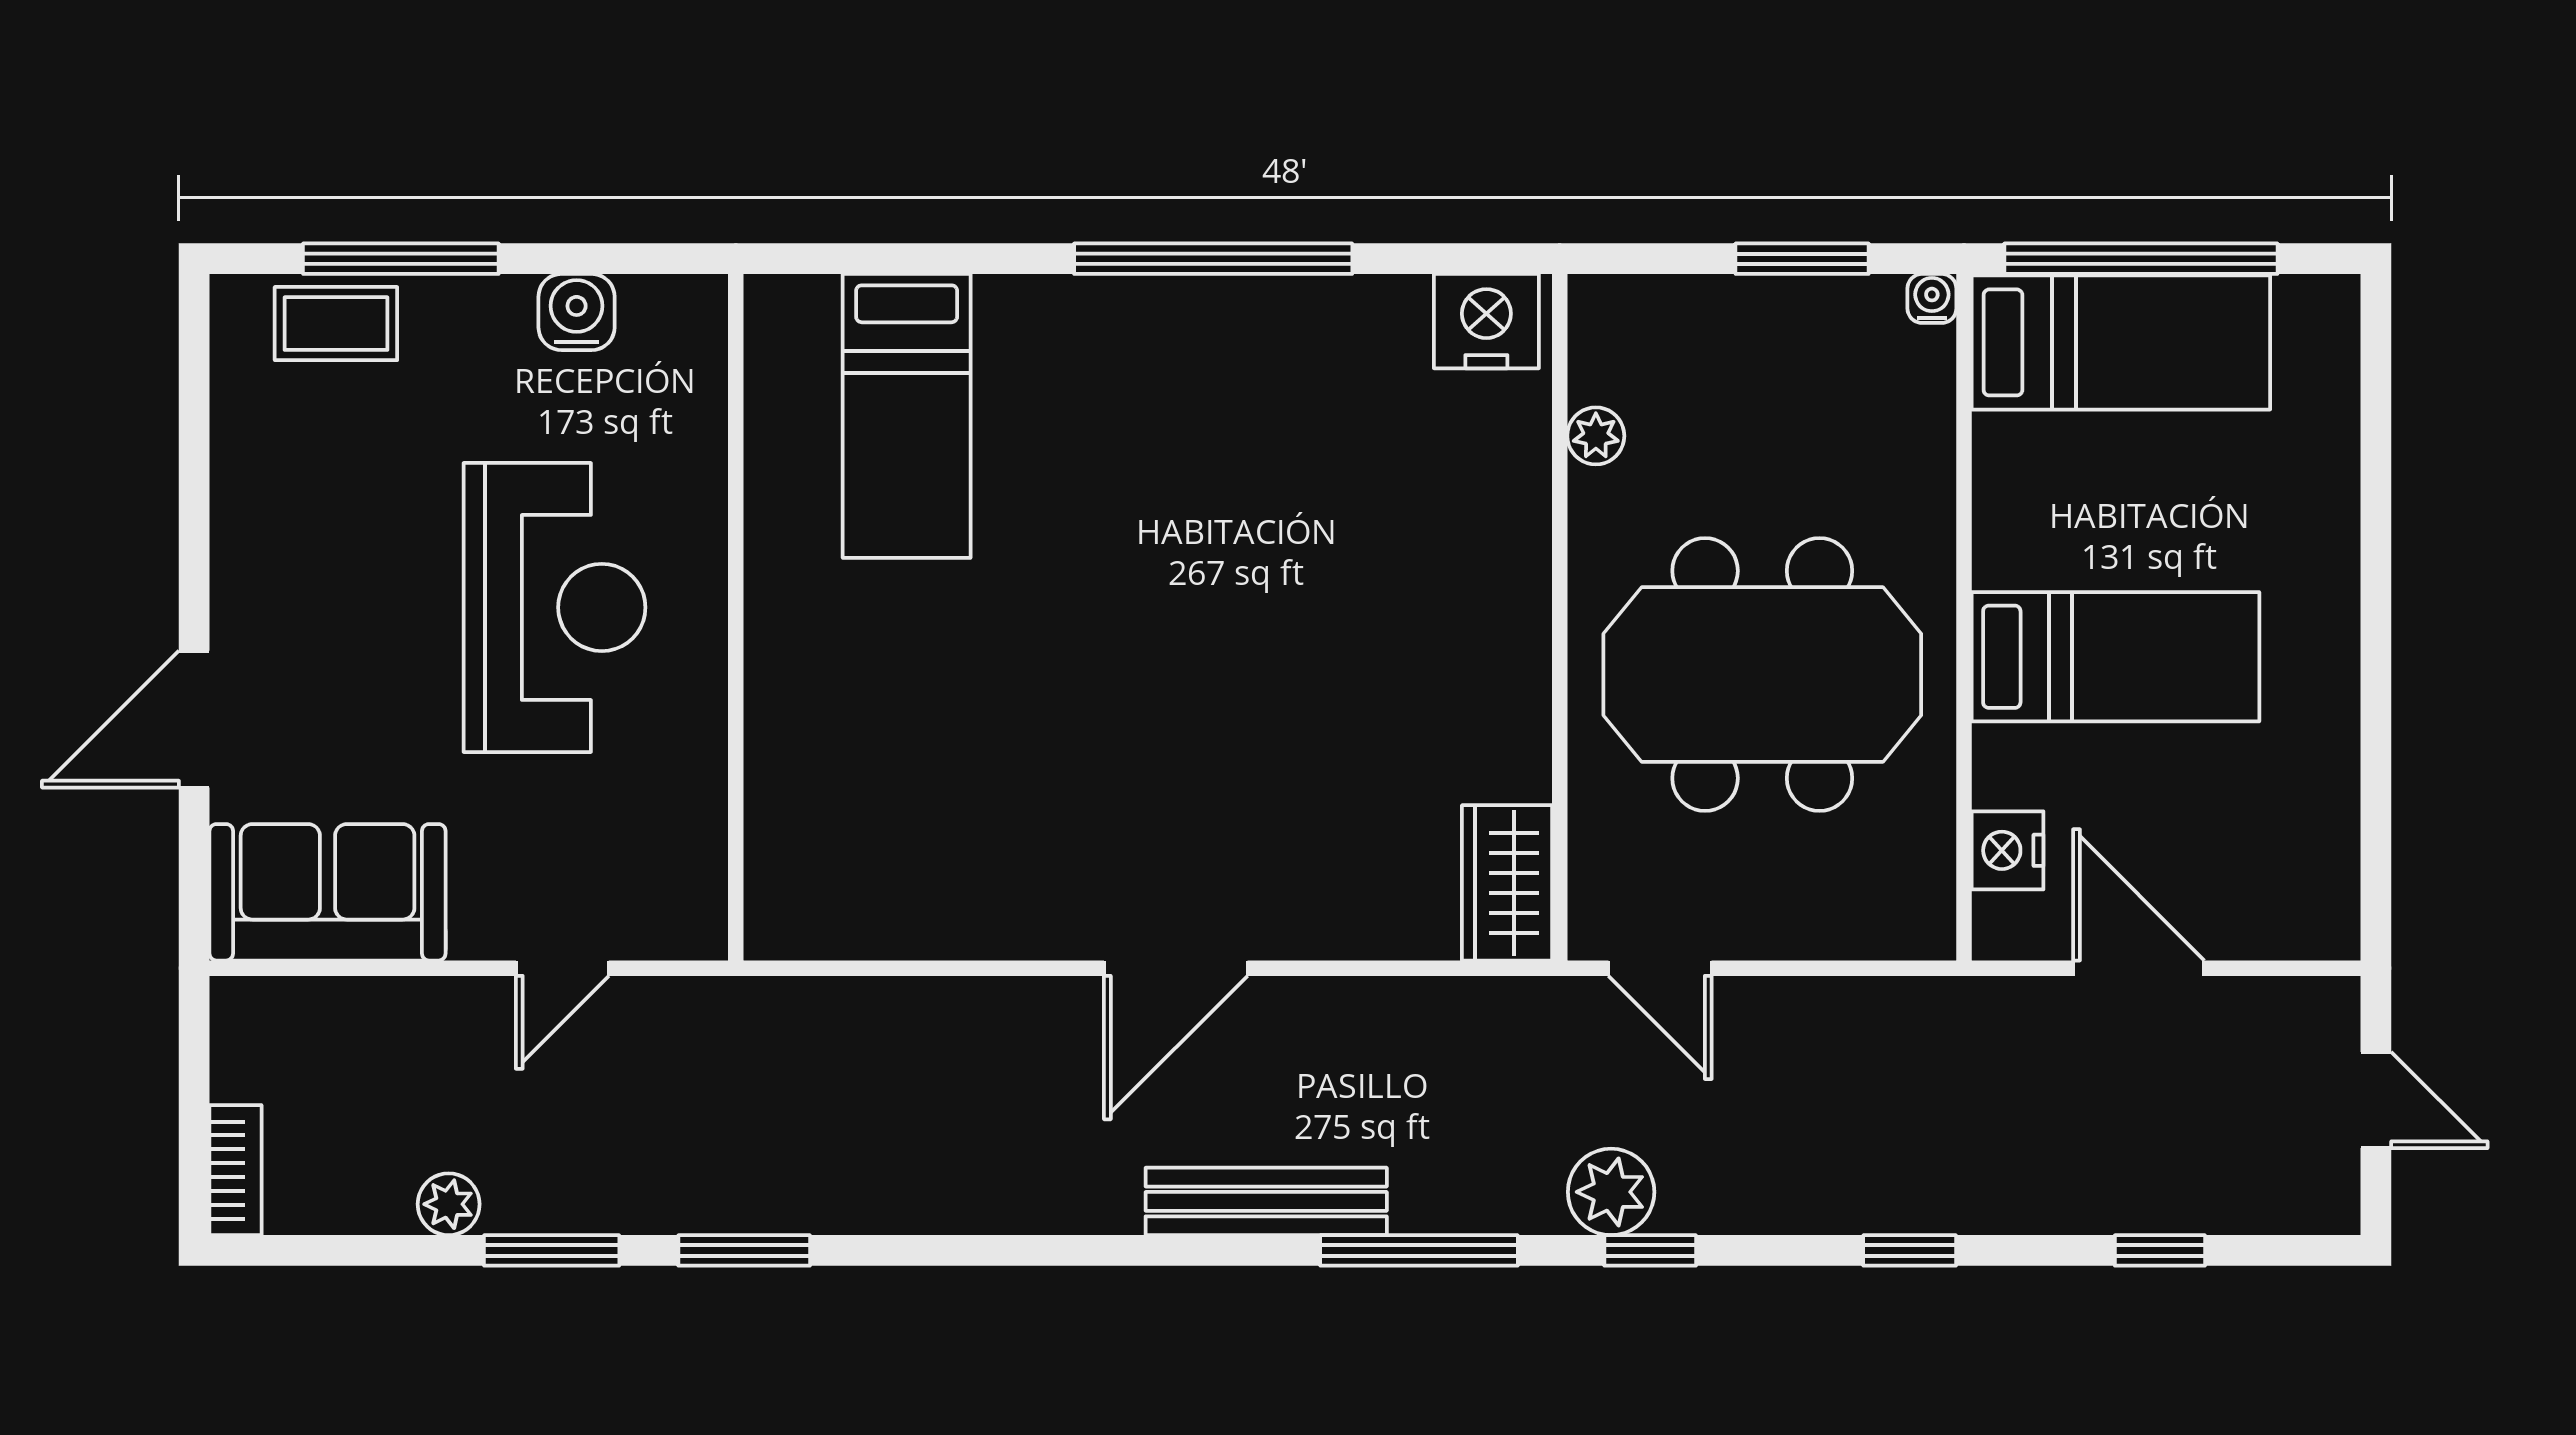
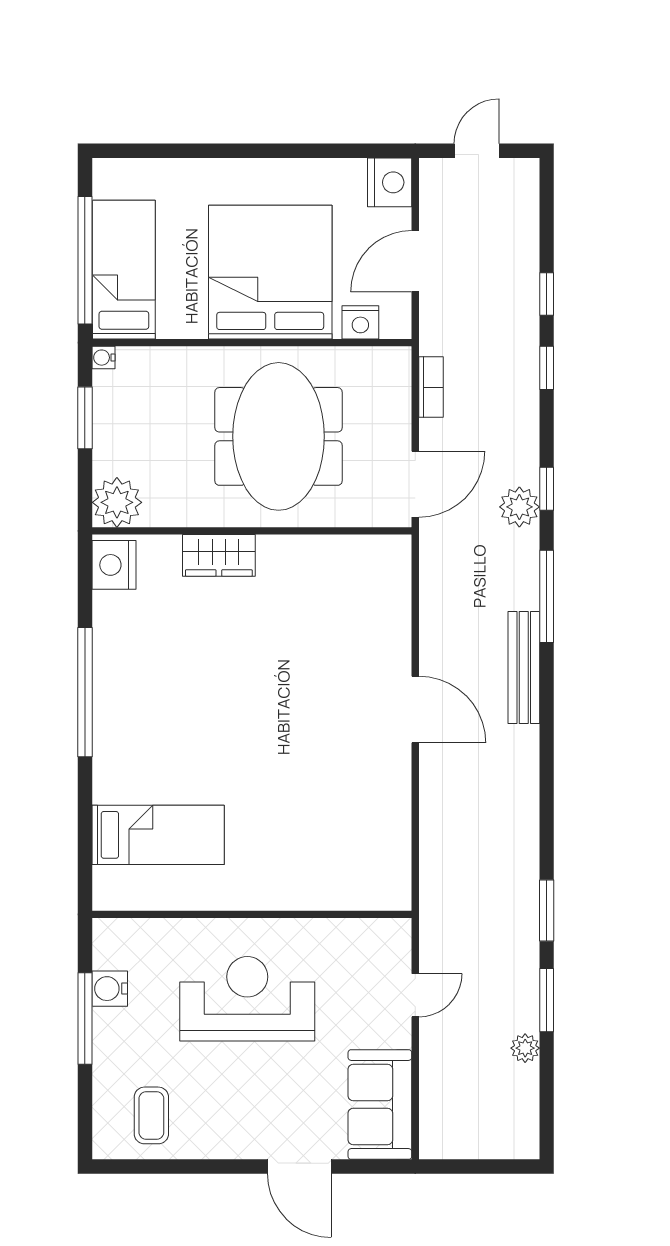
window: (401, 259) -> (85, 1019), moved
coffee table: (336, 324) -> (151, 1115), moved
plant: (1596, 436) -> (117, 502), moved, width x1.88, depth x1.88
bed: (2115, 657) -> (270, 272), width x2.04
wardrobe: (1507, 883) -> (219, 555), moved
nightstand: (2308, 913) -> (390, 182), added
door: (562, 968) -> (415, 995), hinge flipped
door: (1660, 968) -> (415, 484), width x1.38
bookcase: (235, 1170) -> (431, 387), moved, turned 90
window: (2160, 1250) -> (547, 294), moved

